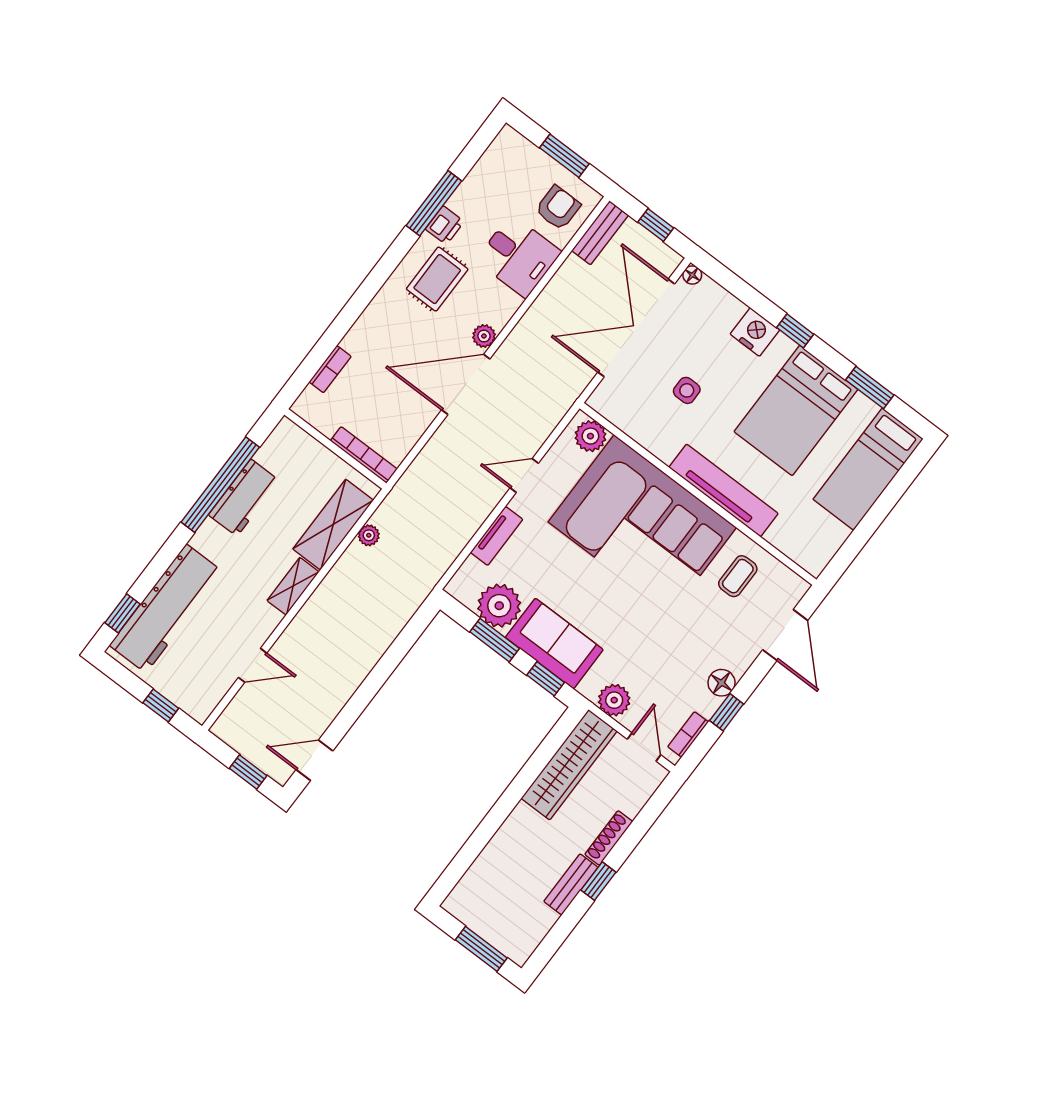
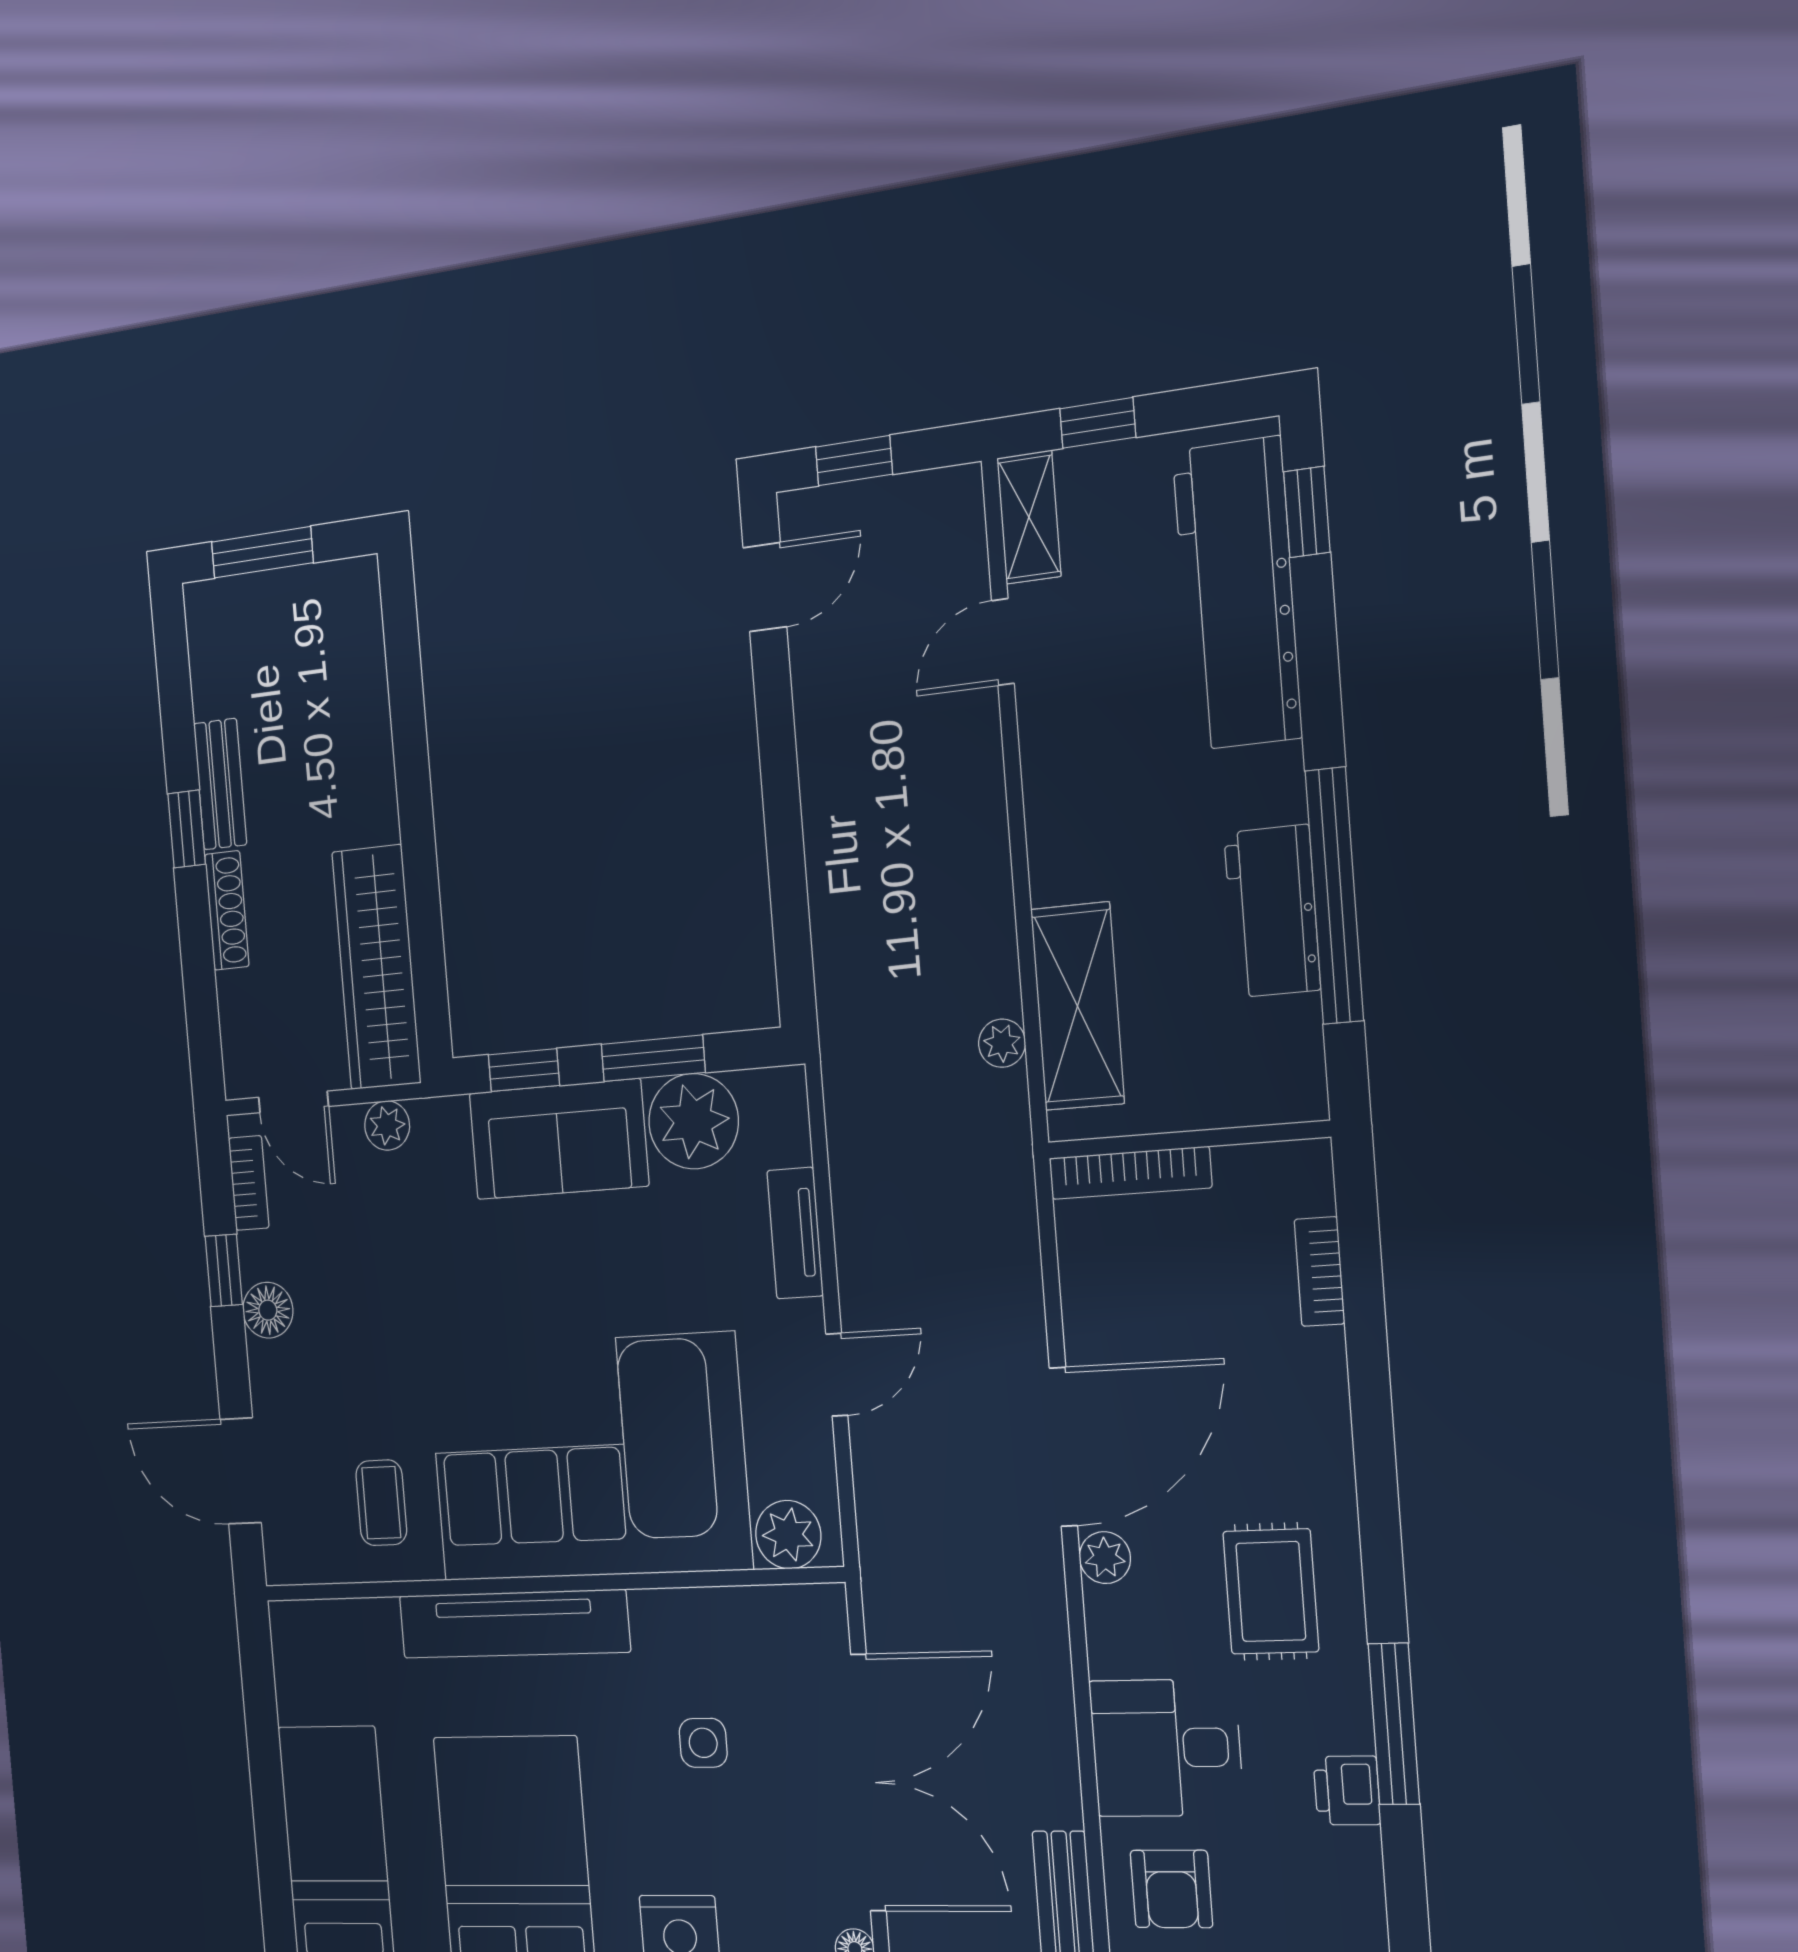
printer: (445, 225) -> (1347, 1790), moved
shelving: (293, 586) -> (1029, 517), moved
plant: (614, 700) -> (387, 1125), width x0.73, depth x0.73

